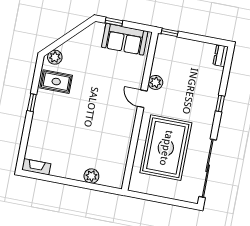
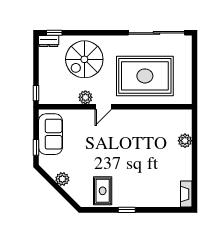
plant: (55, 57) -> (62, 179), moved
spiral stairs: (195, 89) -> (84, 59), added
window: (220, 103) -> (54, 33), moved

